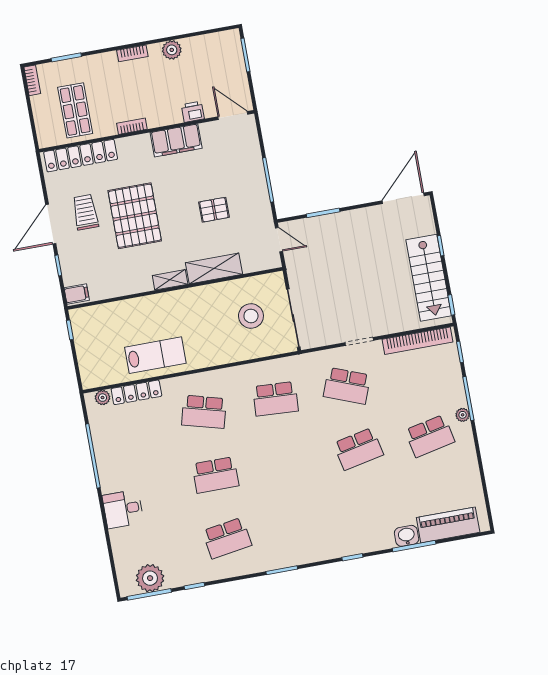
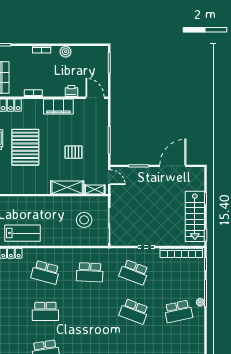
door: (403, 198) -> (173, 166), moved
shelving: (170, 280) -> (95, 189), moved
school desk: (358, 449) -> (134, 311), turned 33

